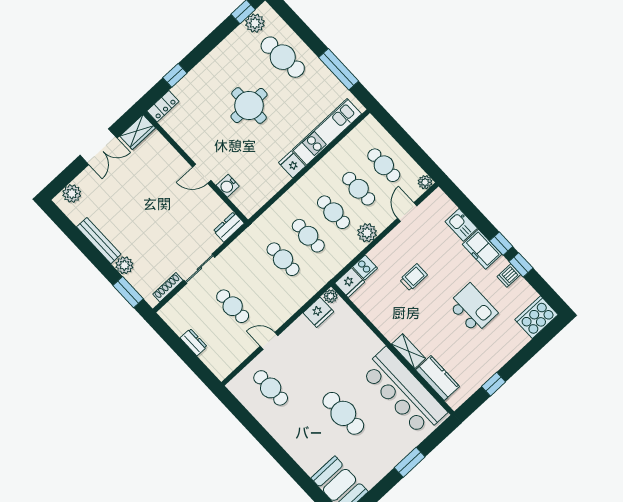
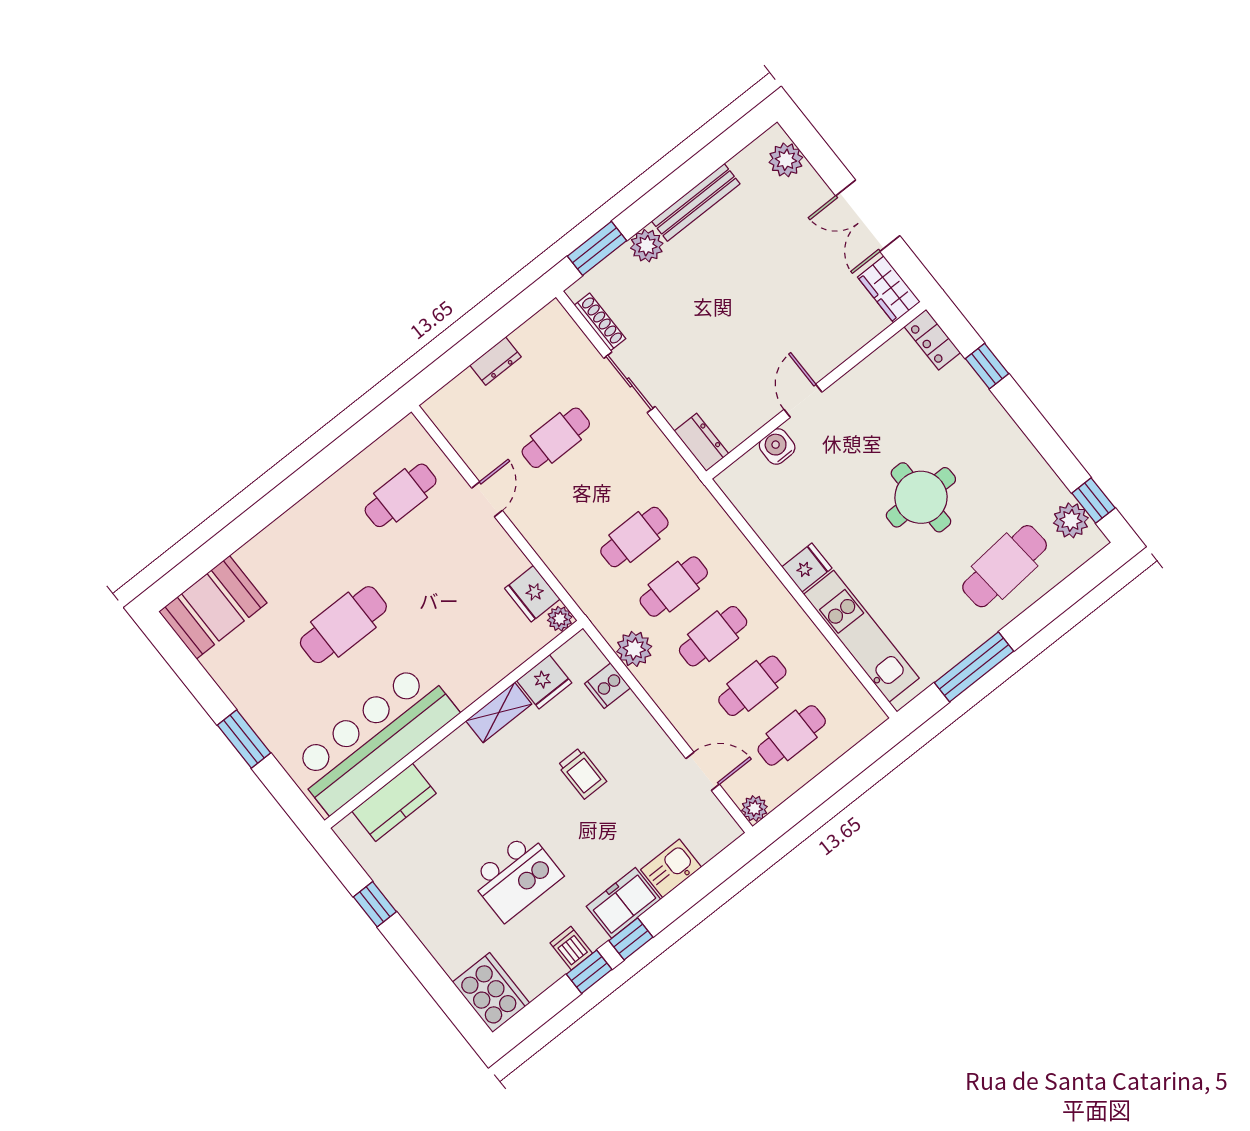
plant: (367, 233) -> (634, 649), moved
fridge: (350, 283) -> (544, 682), moved, turned -90
shelving: (409, 351) -> (499, 713), moved

